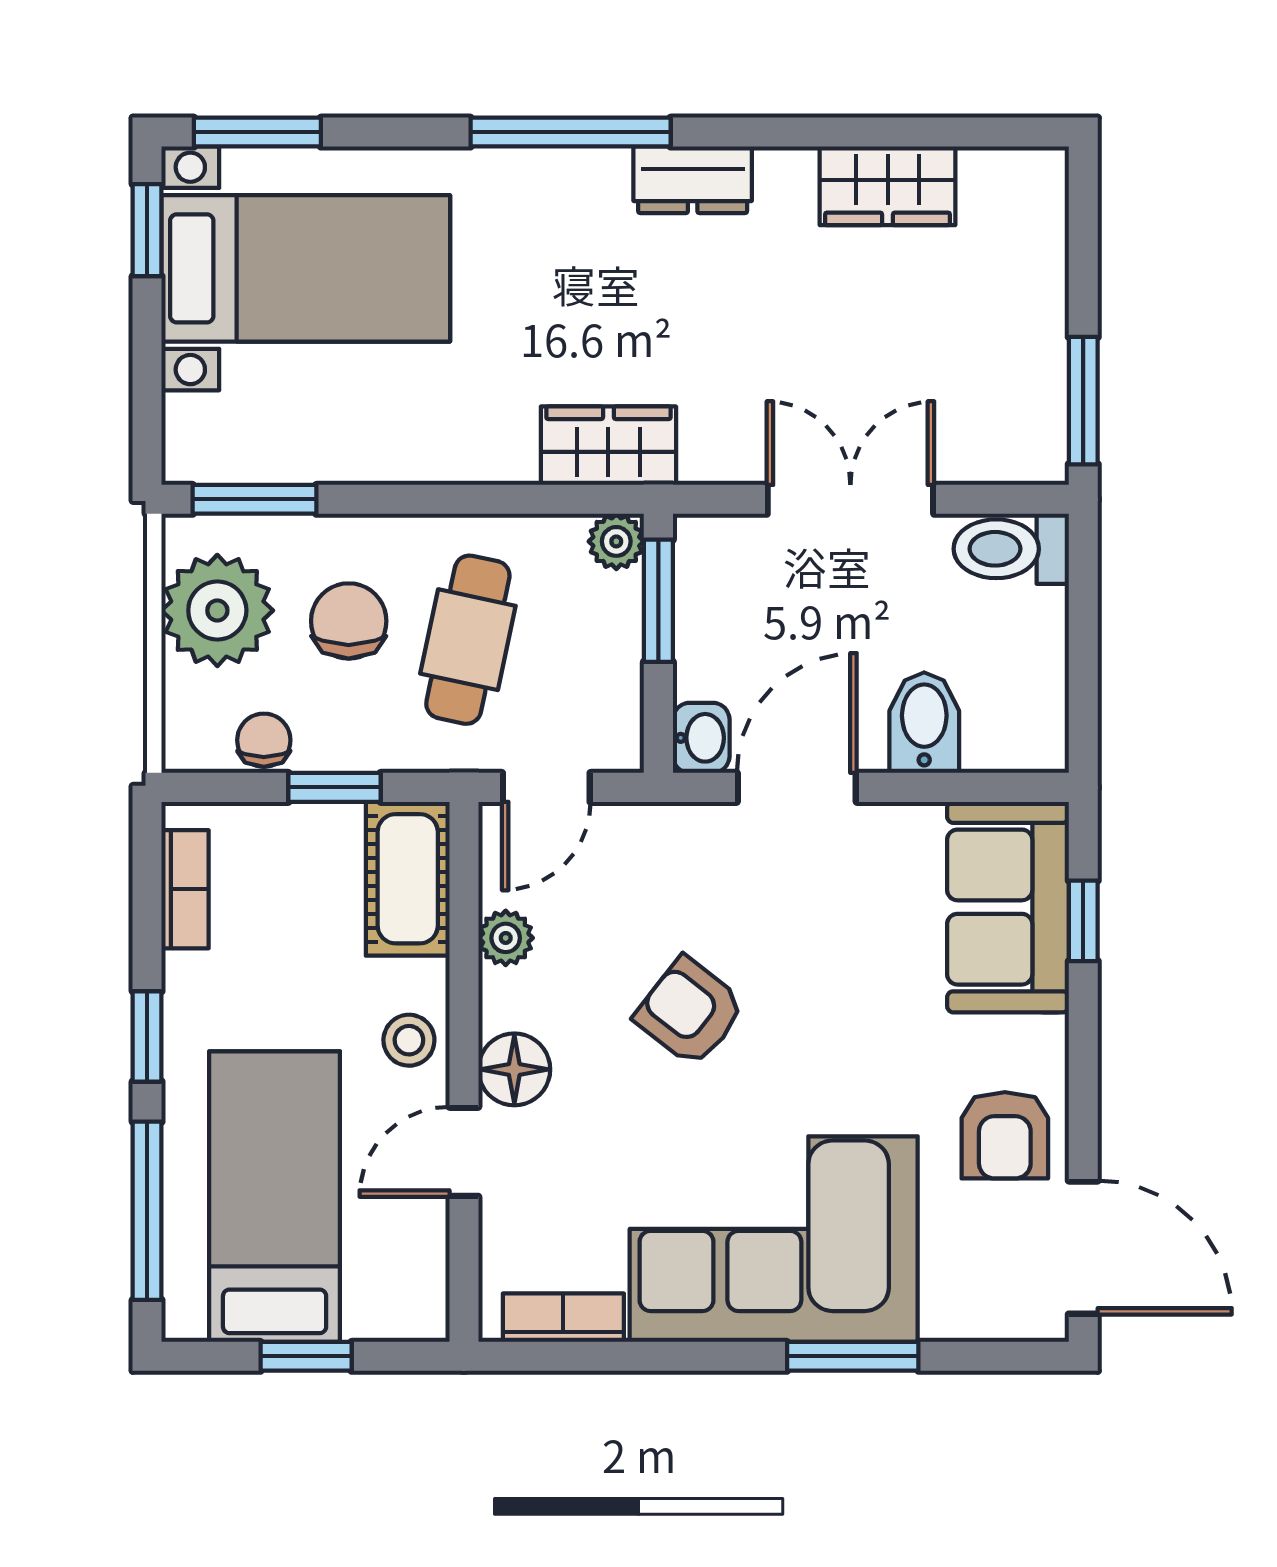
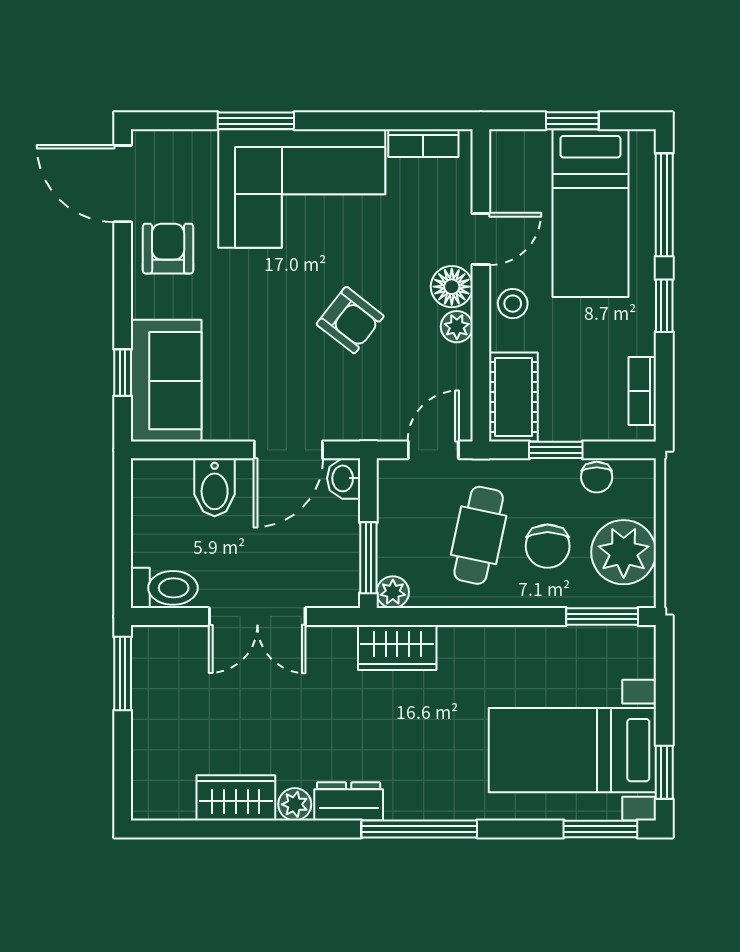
plant: (786, 175) -> (295, 804), added
plant: (506, 938) -> (457, 327), moved

